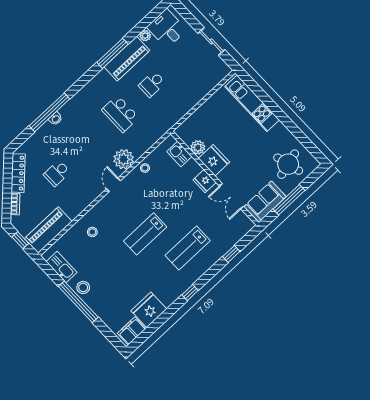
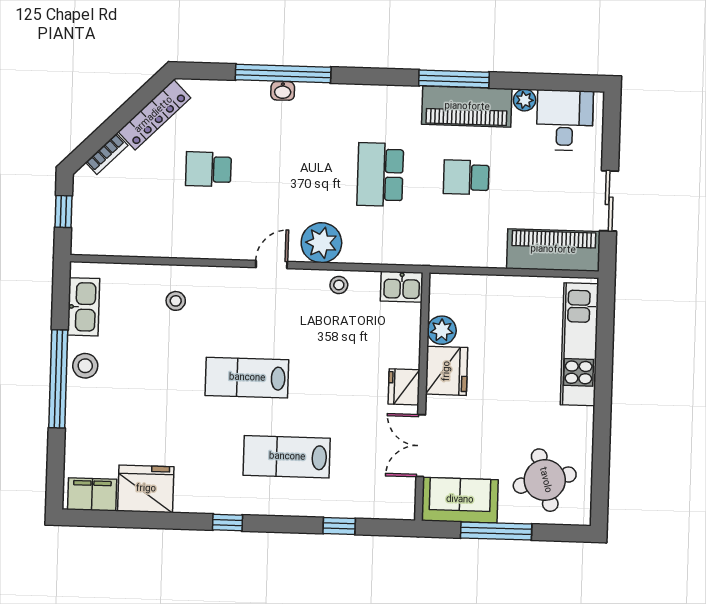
kitchen sink: (179, 154) -> (402, 287), moved, turned -90
piano: (48, 230) -> (553, 250), moved

